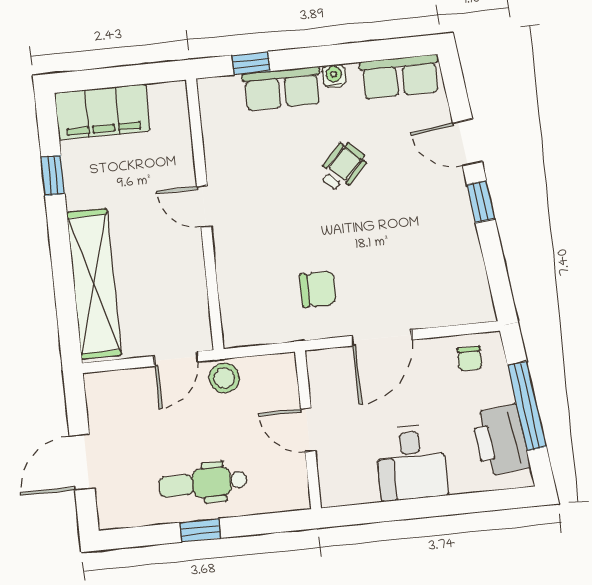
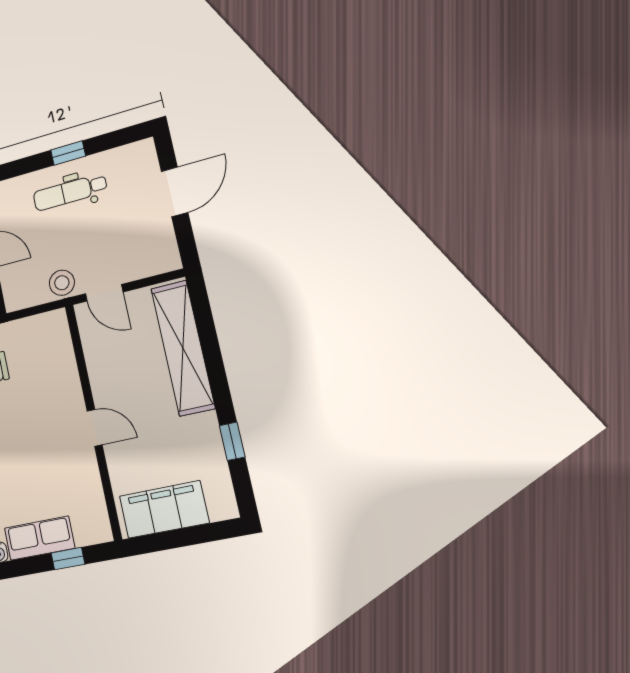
filing cabinet: (102, 112) -> (164, 509), moved
door: (176, 359) -> (104, 293), swing flipped
dental chair: (203, 483) -> (70, 192), turned 180

